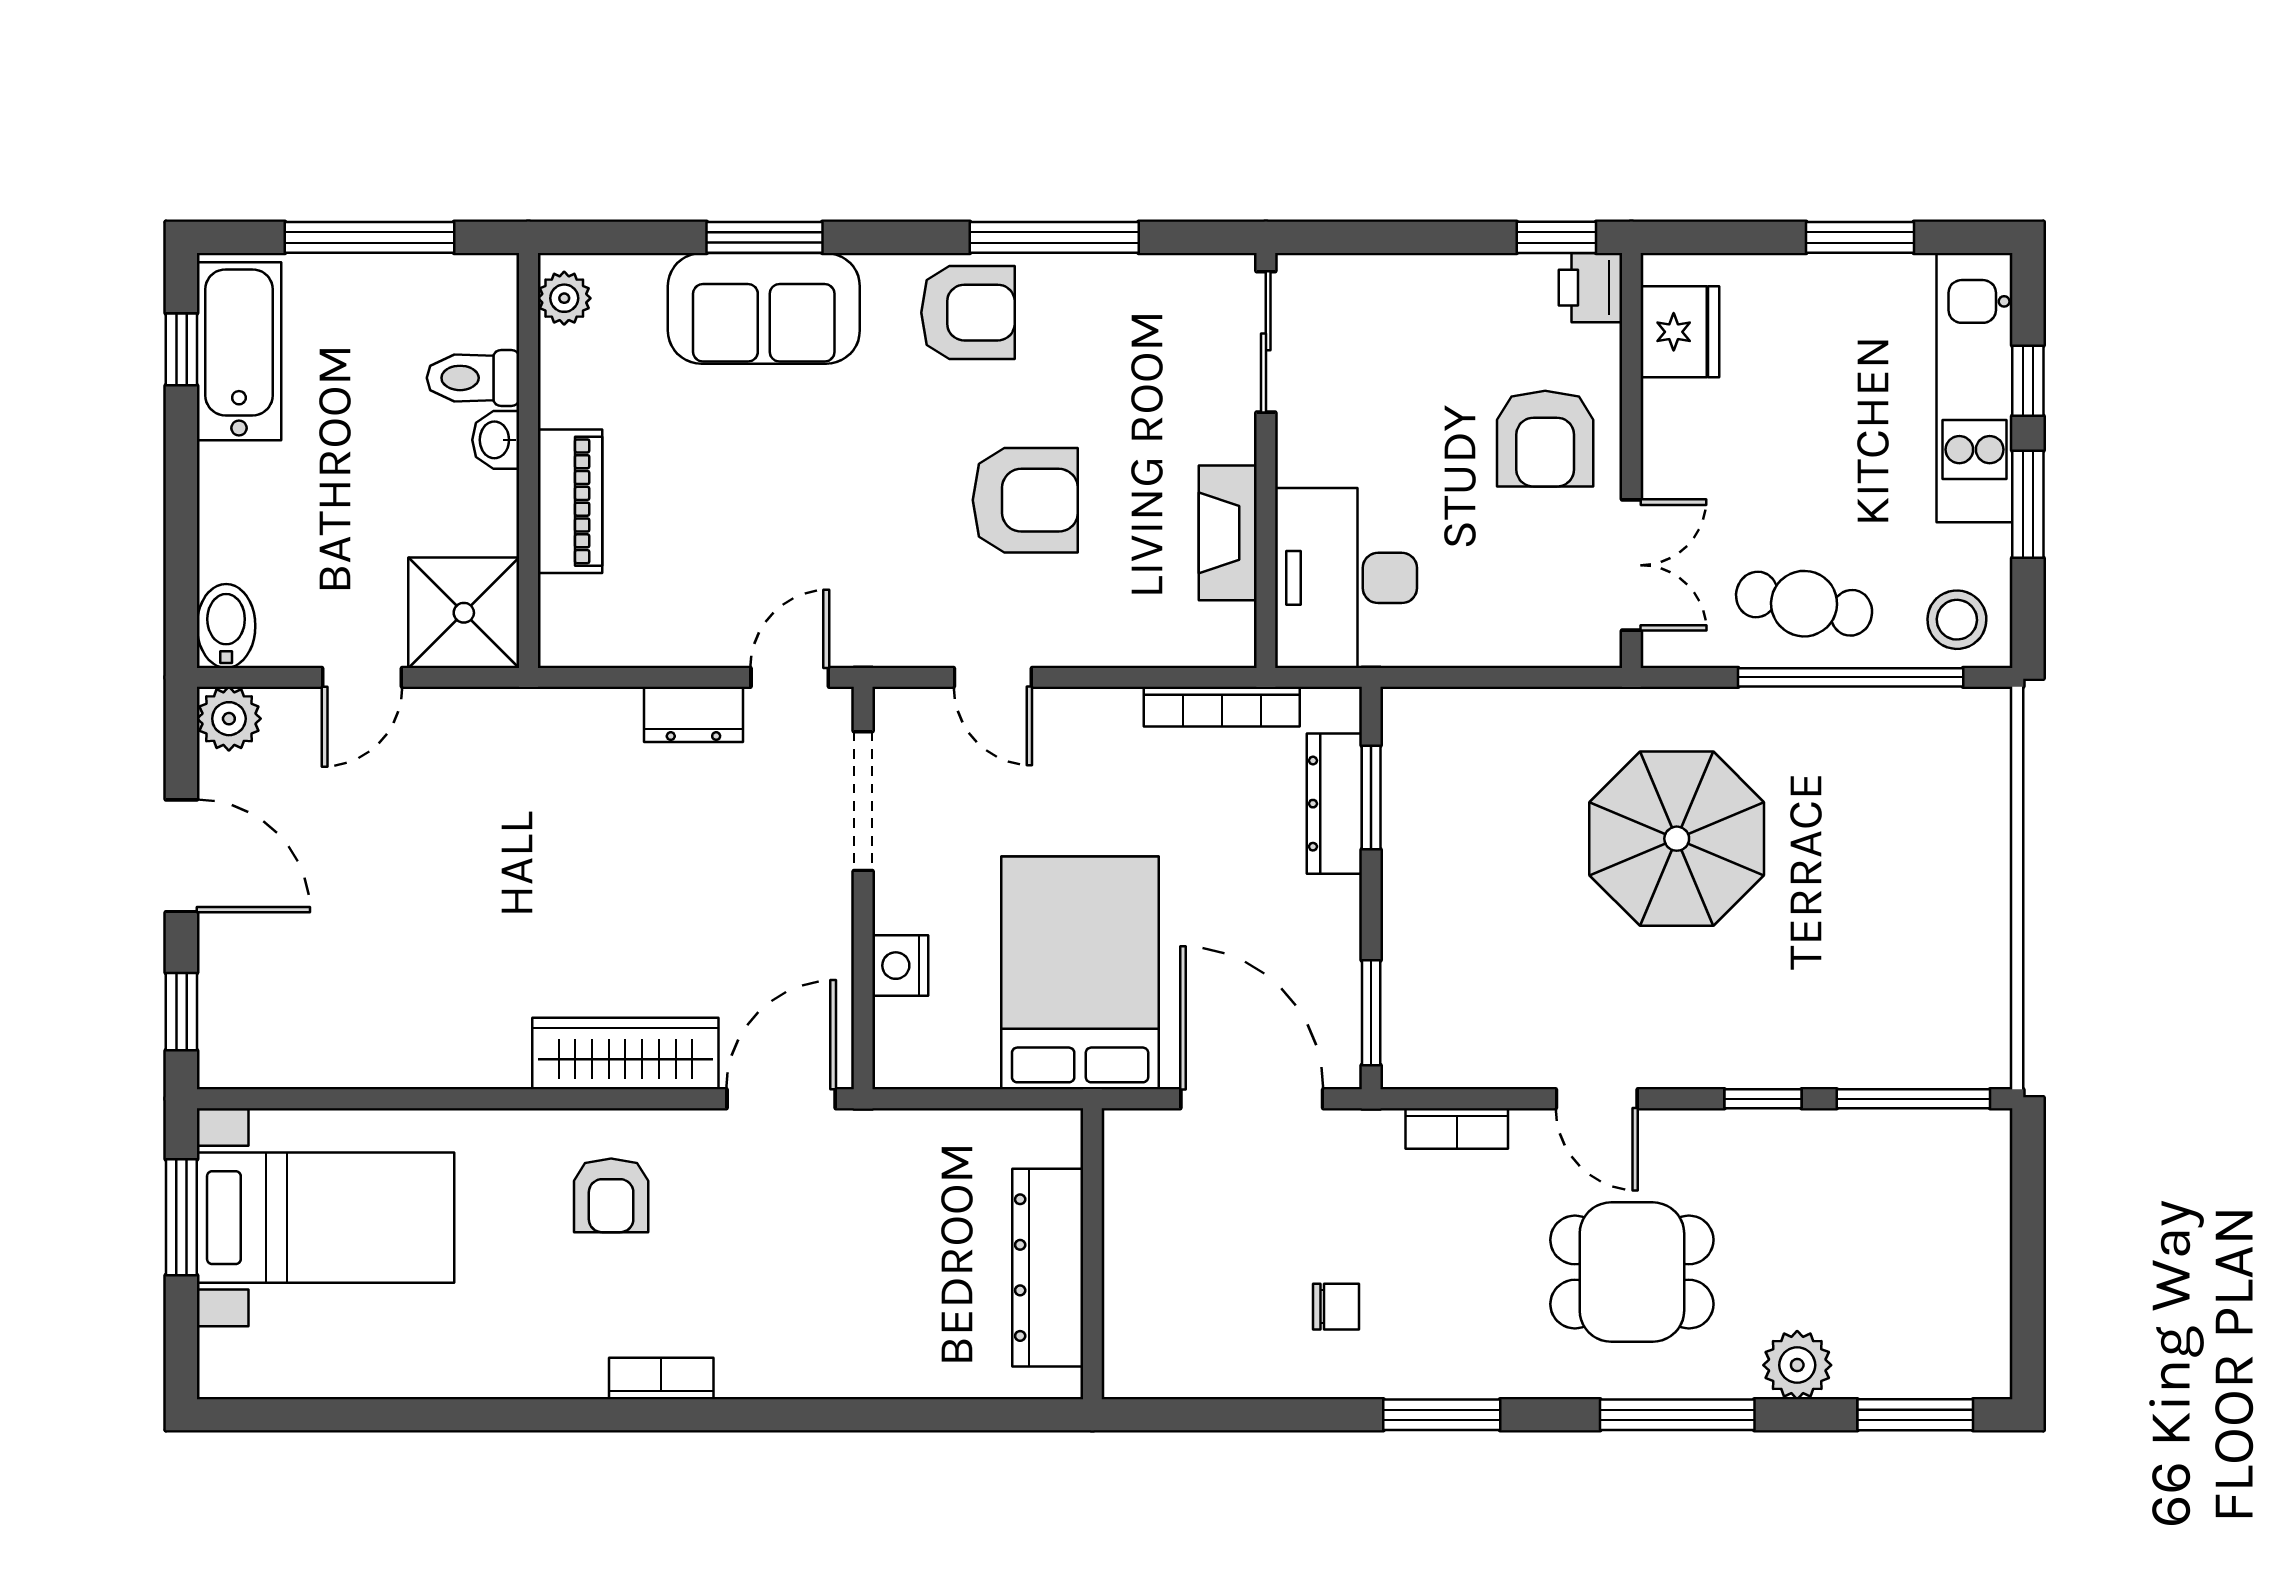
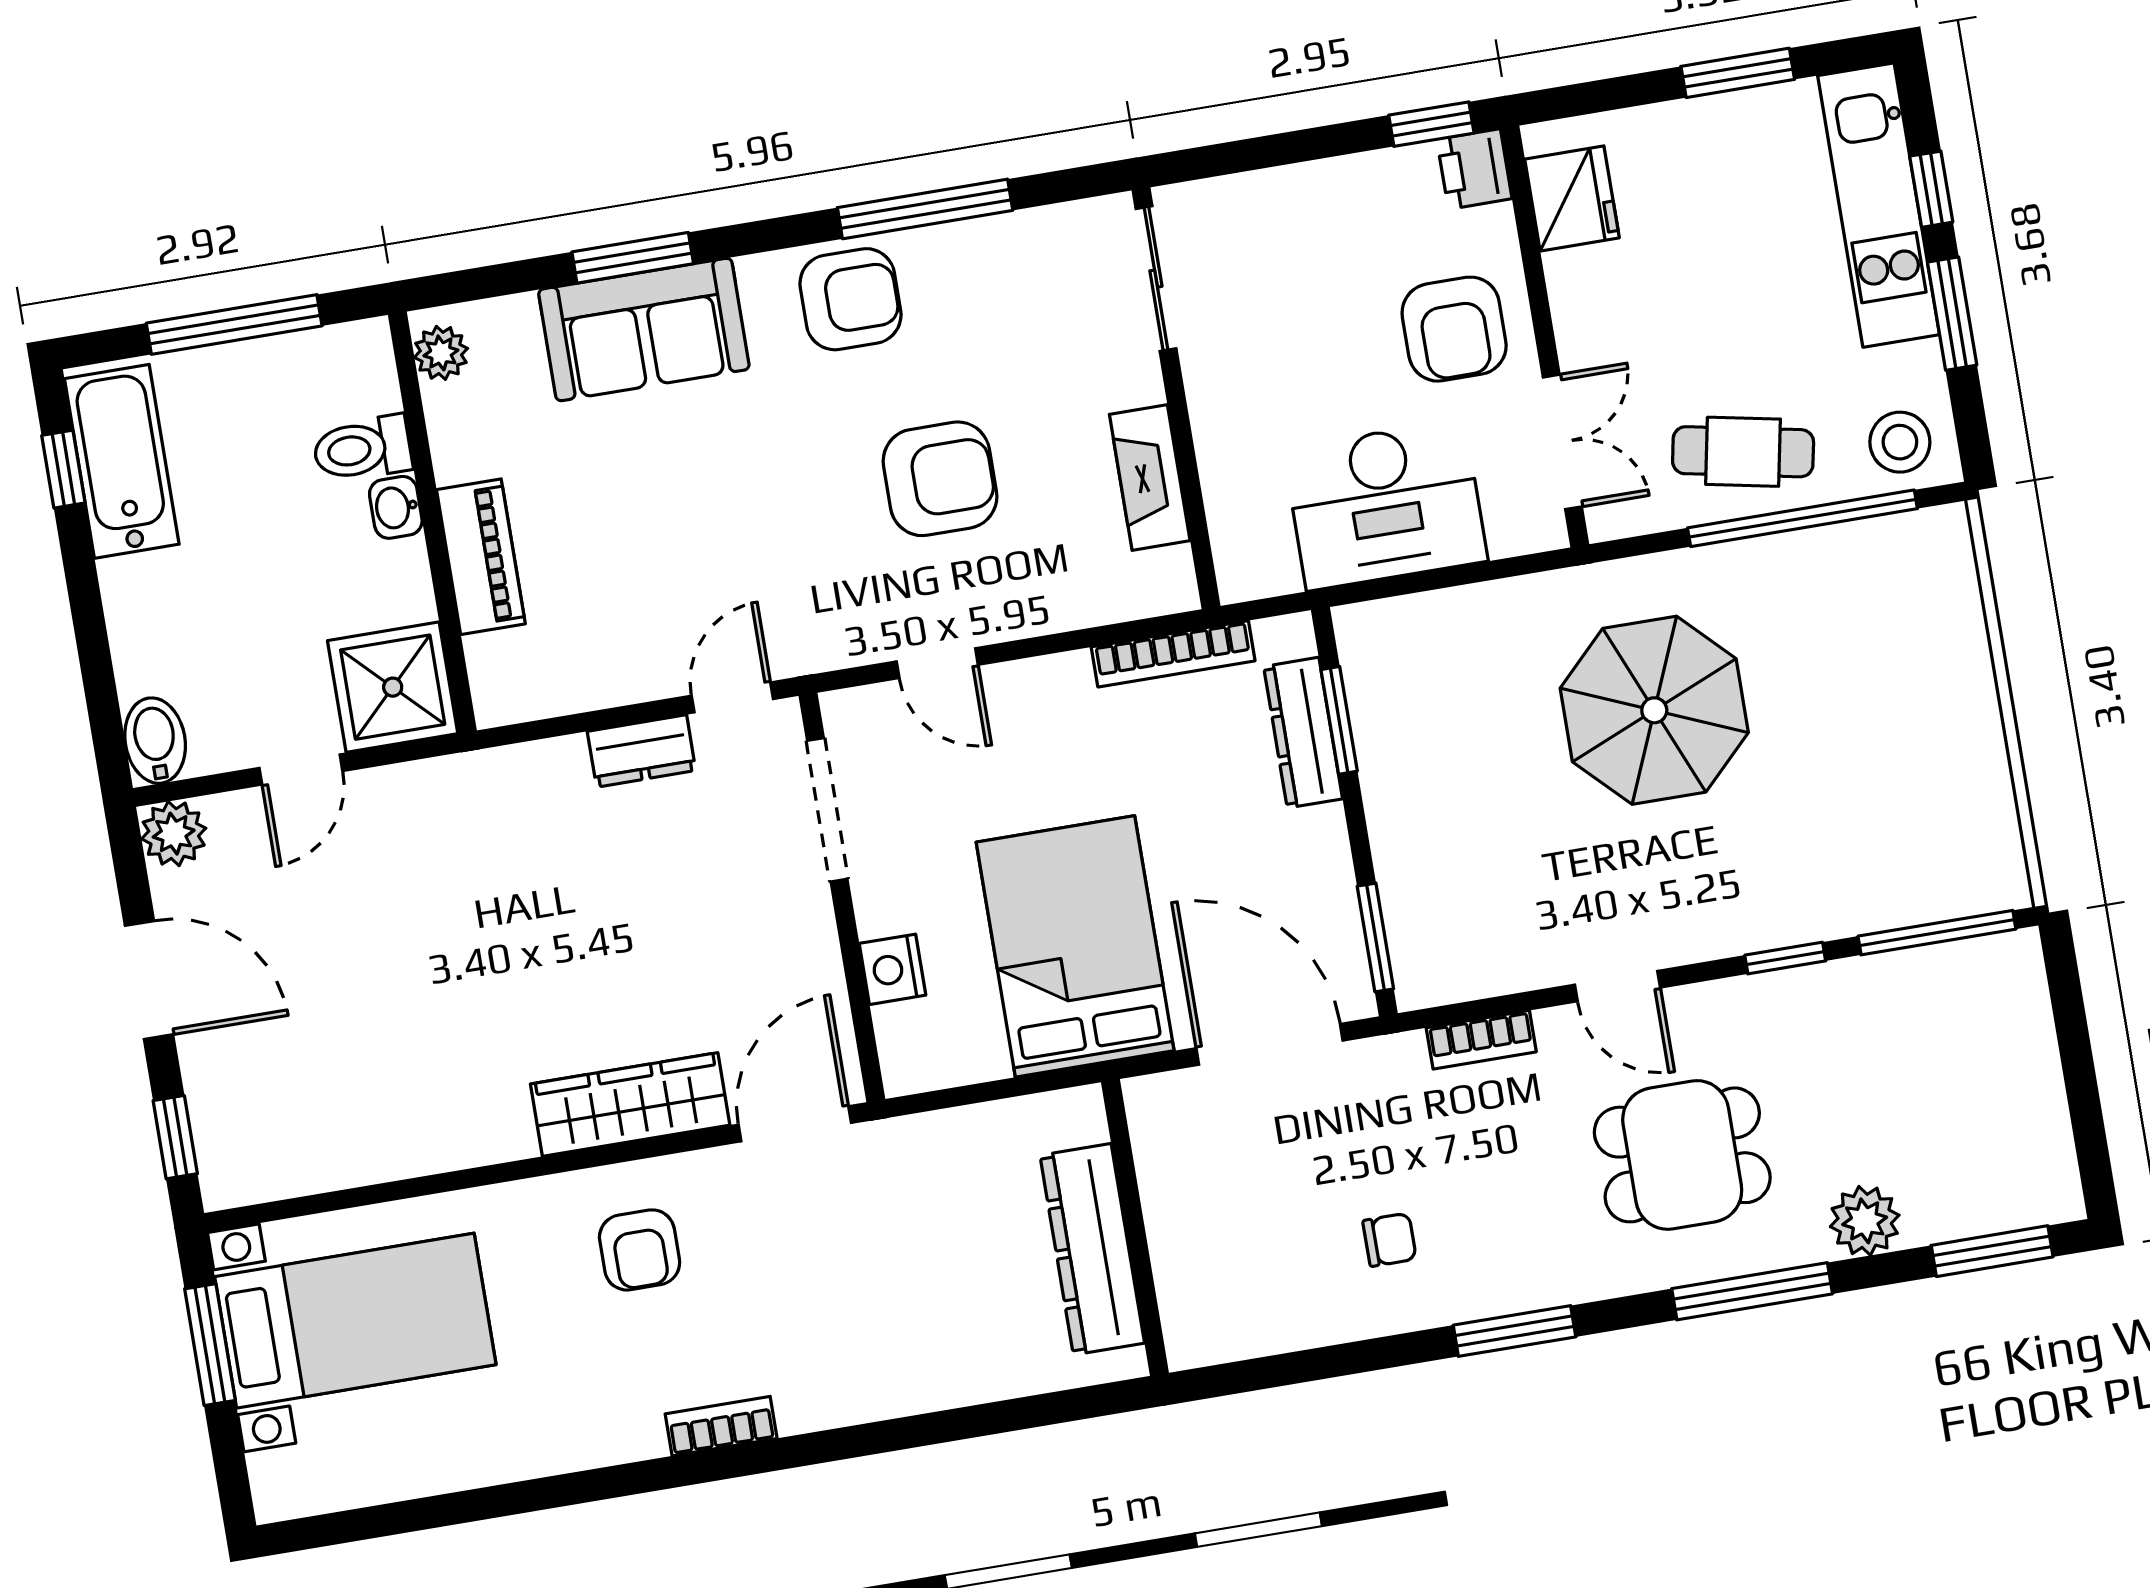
desk: (1346, 578) -> (1385, 505), moved, turned -90

